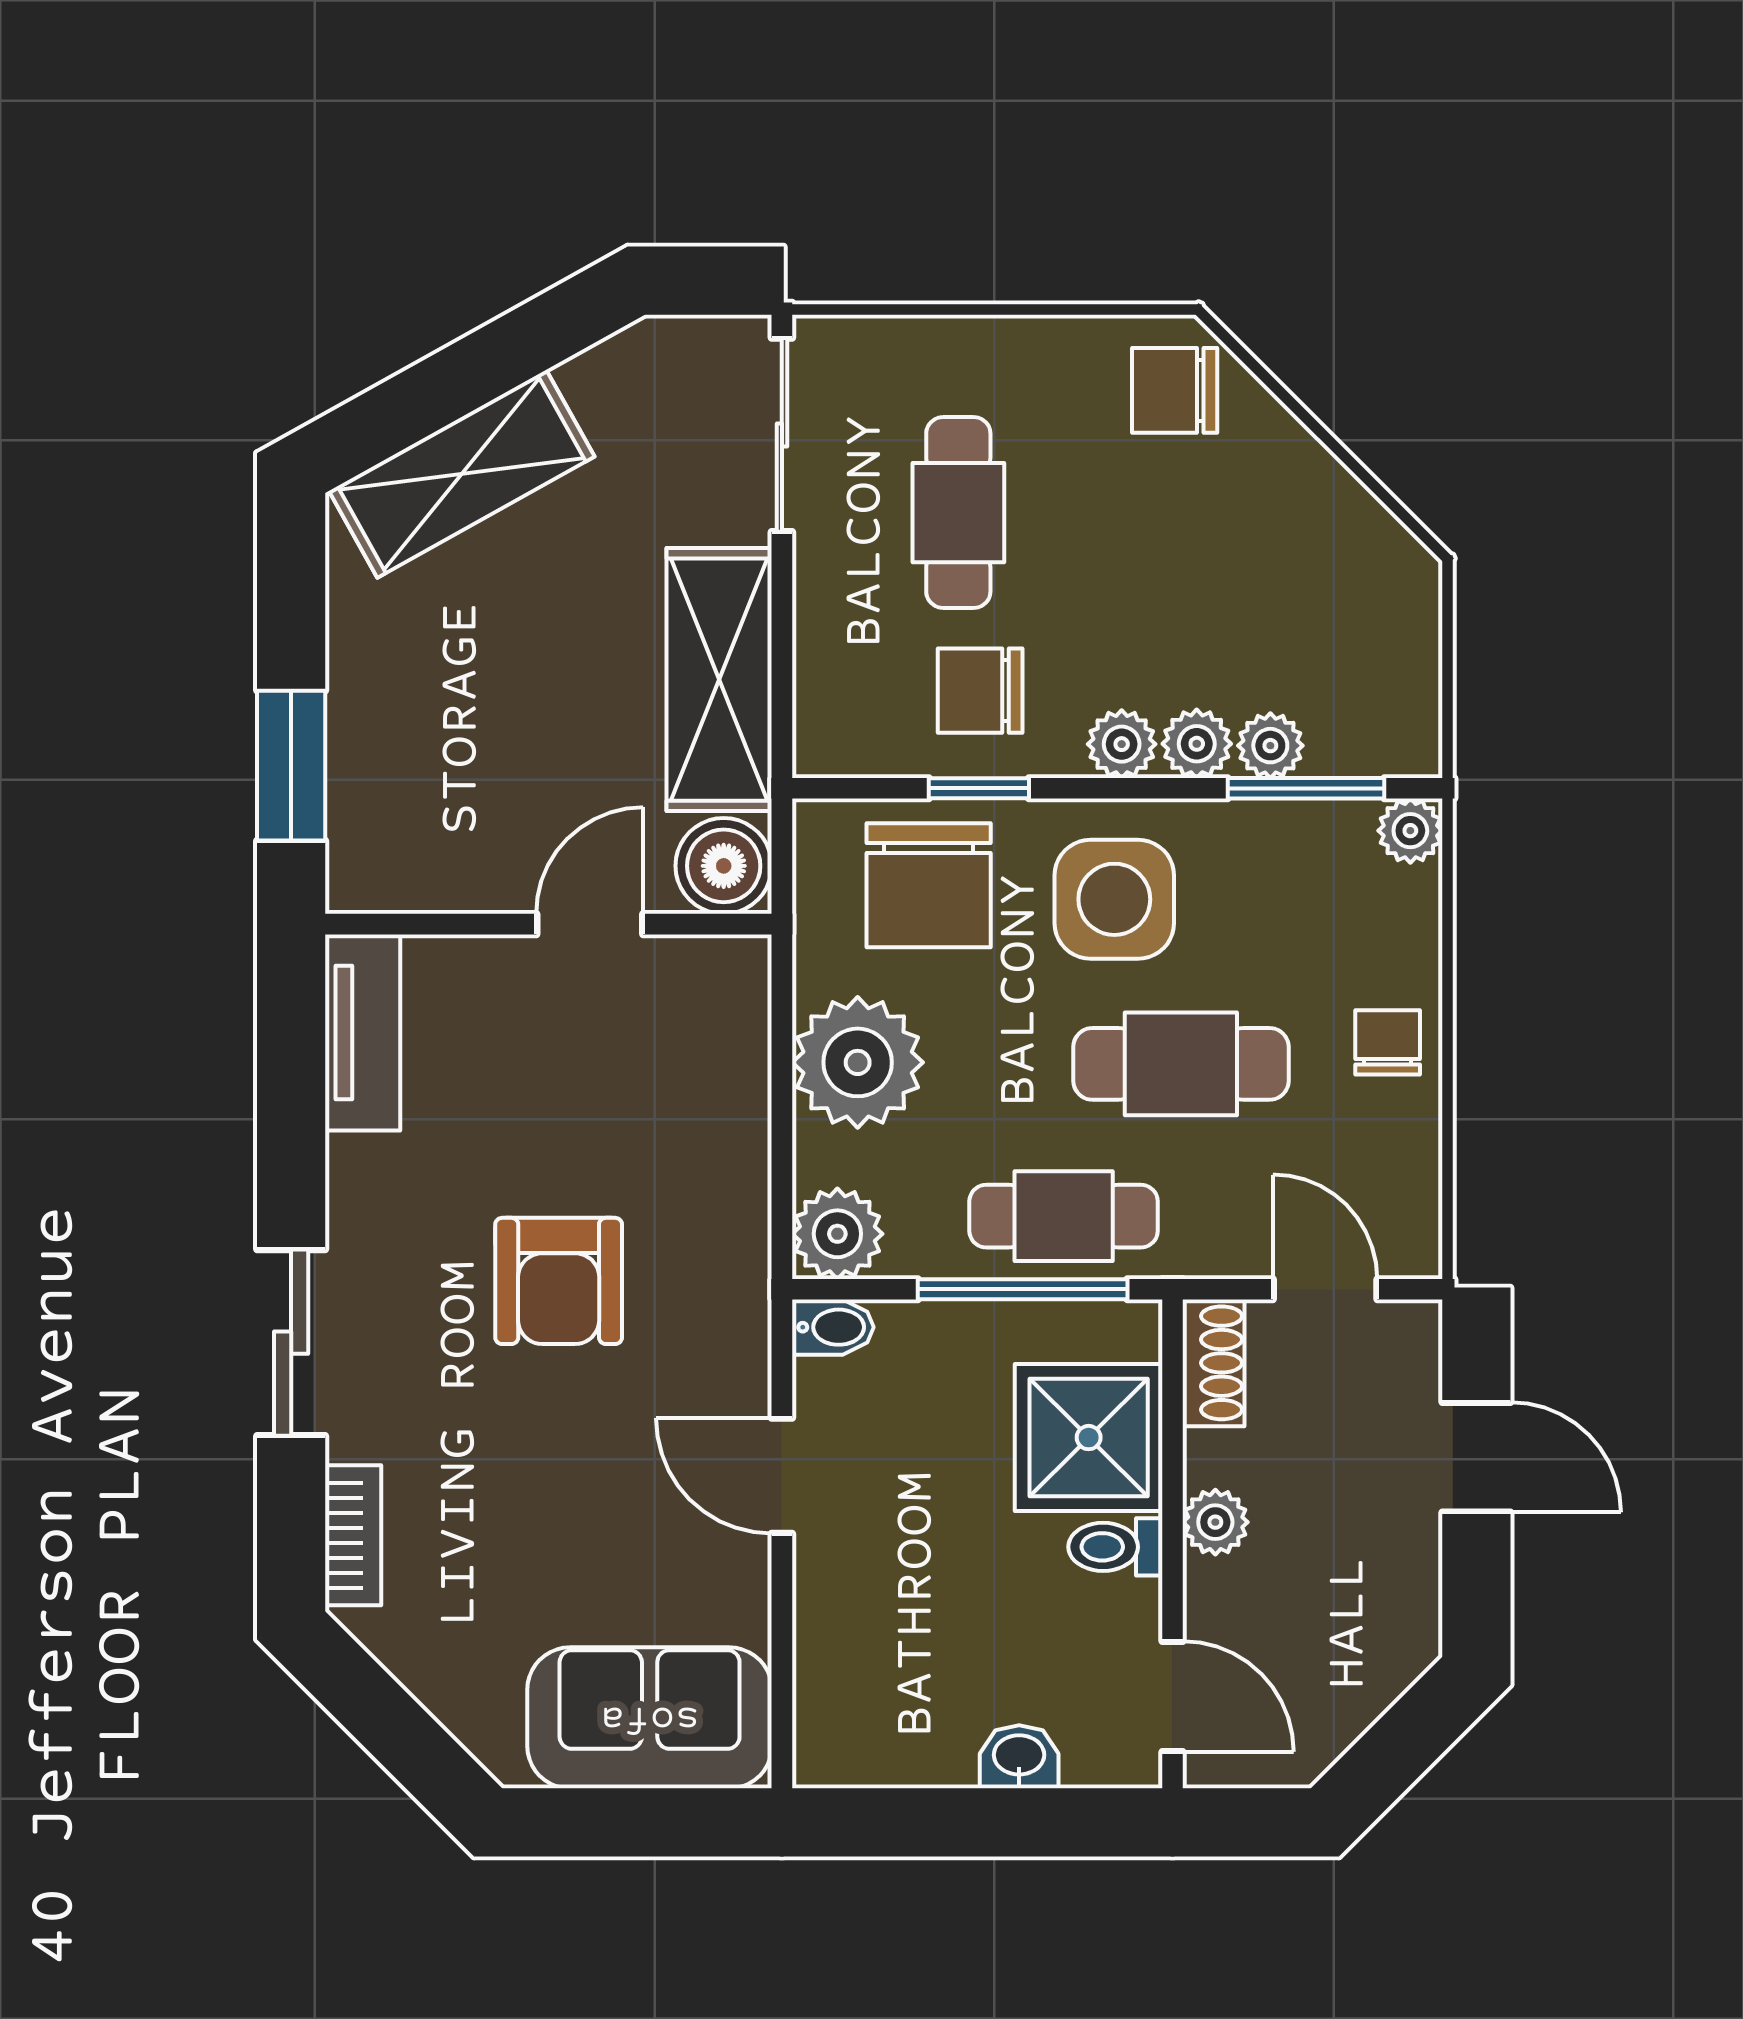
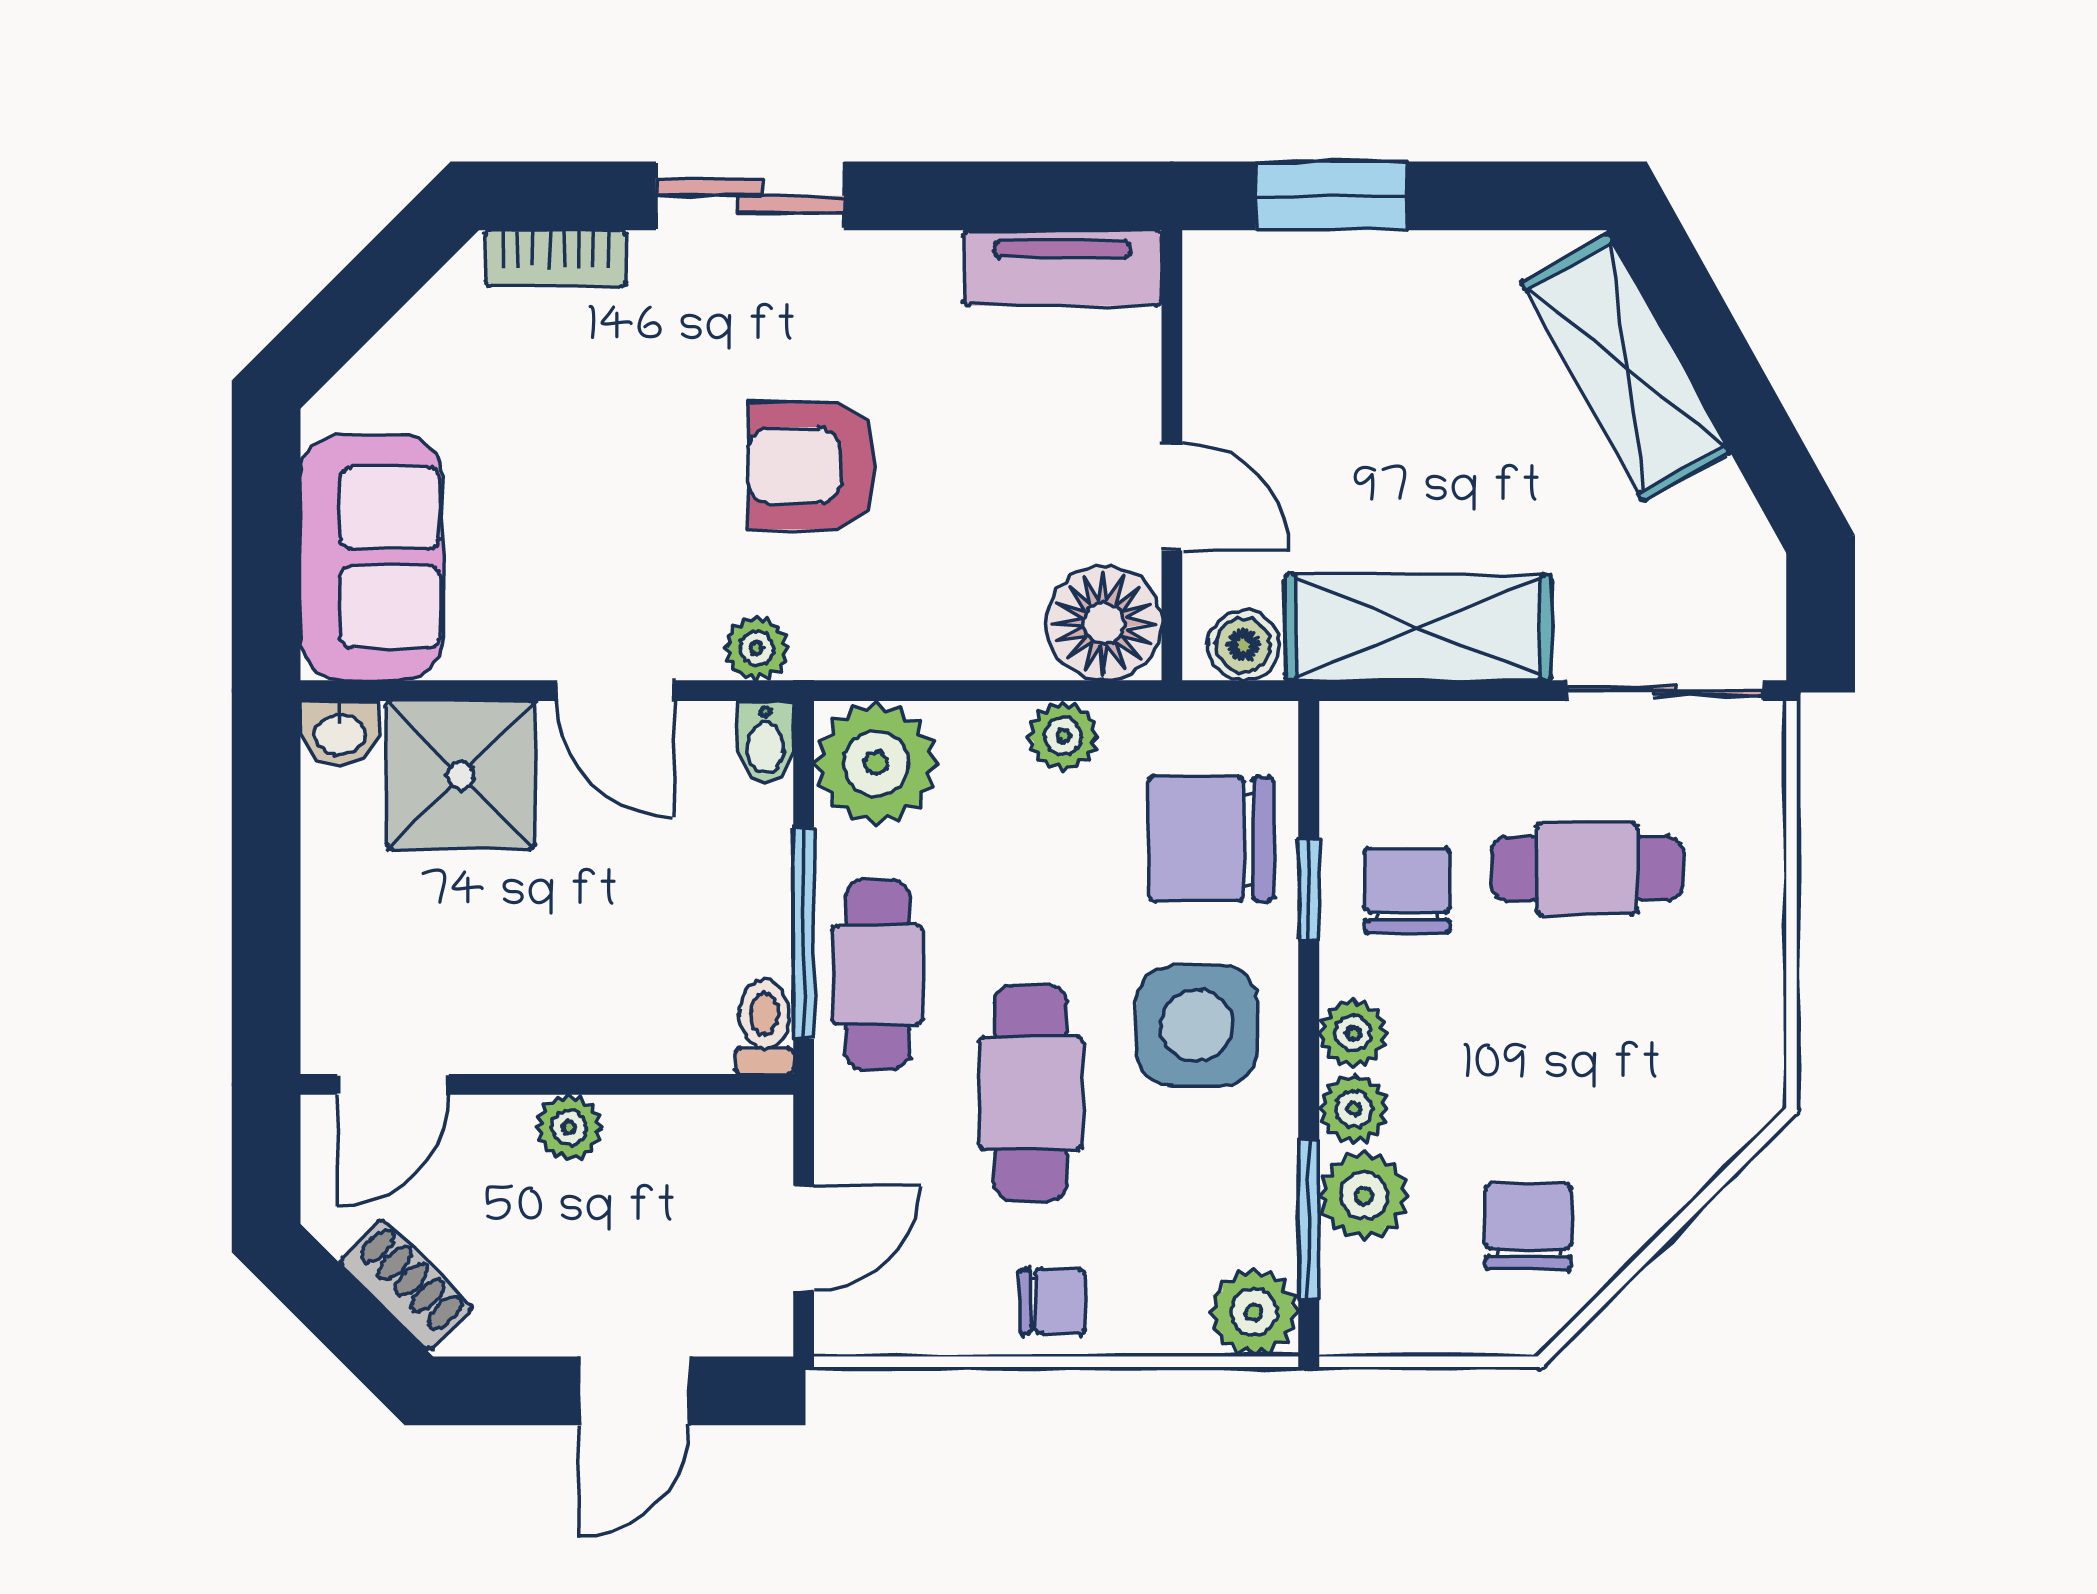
chair: (1175, 390) -> (1528, 1227), moved
plant: (1270, 746) -> (1364, 1195), width x1.38, depth x1.38
plant: (1410, 831) -> (1254, 1312), width x1.38, depth x1.38
boiler: (724, 866) -> (1243, 645), width x0.73, depth x0.73
floor lamp: (715, 991) -> (1104, 623), added
plant: (858, 1062) -> (1063, 736), width x0.53, depth x0.53
plant: (837, 1234) -> (876, 763), width x1.36, depth x1.36
plant: (740, 1336) -> (756, 648), added
shoe rack: (1214, 1363) -> (406, 1285), moved, turned -135
shower: (1089, 1438) -> (460, 775), moved
door: (782, 1476) -> (616, 691), swing flipped
toilet: (1115, 1547) -> (764, 1027), moved
washbasin: (1019, 1757) -> (340, 733), moved, turned 90

